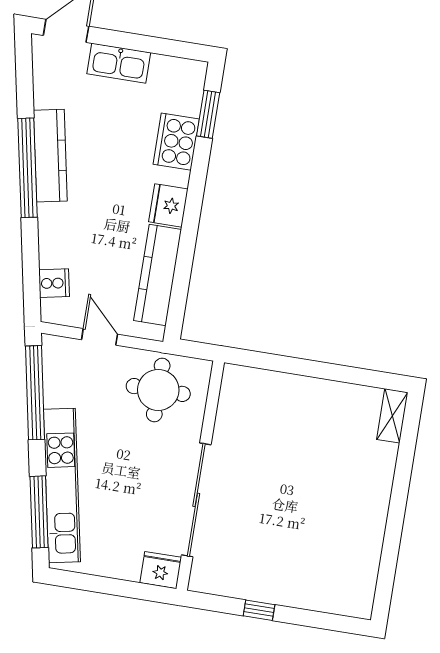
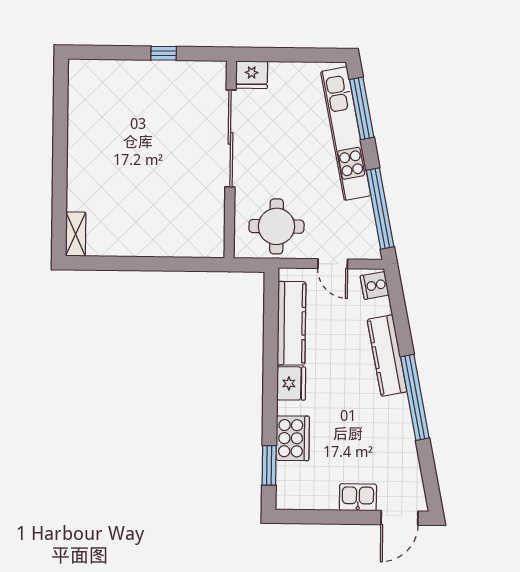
kitchen sink: (119, 63) -> (358, 497), width x0.73
kitchen counter: (50, 156) -> (387, 356), moved
cooker: (54, 283) -> (375, 285), moved

